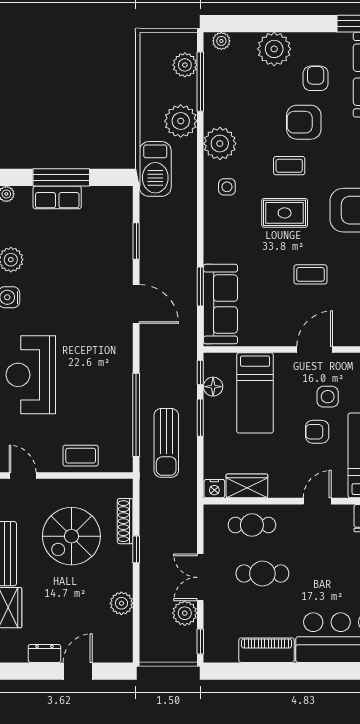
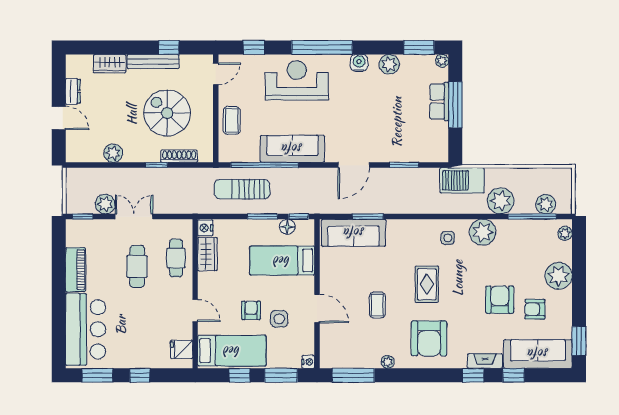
armchair: (316, 78) -> (535, 309), turned 180
coffee table: (289, 166) -> (465, 288), removed
sofa: (116, 380) -> (292, 149), added

